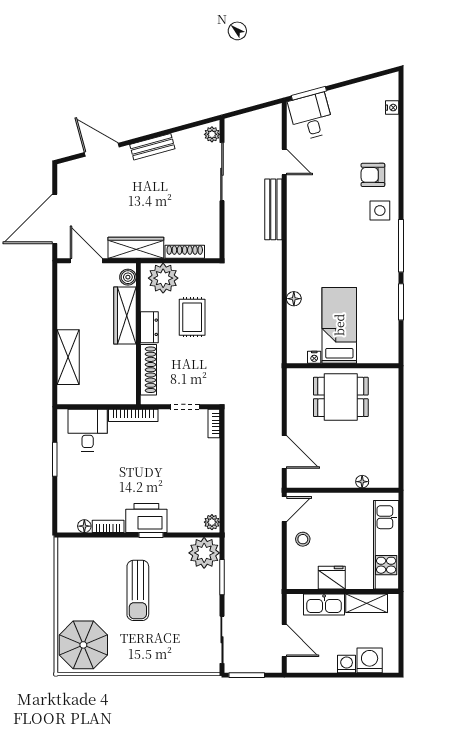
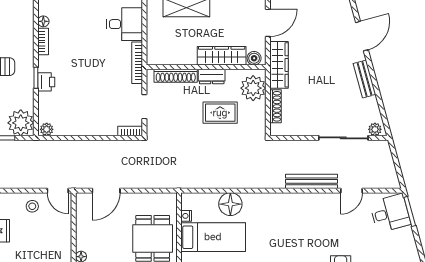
floor lamp: (294, 299) -> (230, 204), width x1.89, depth x1.89
printer: (146, 518) -> (46, 82), width x0.53, depth x0.68

